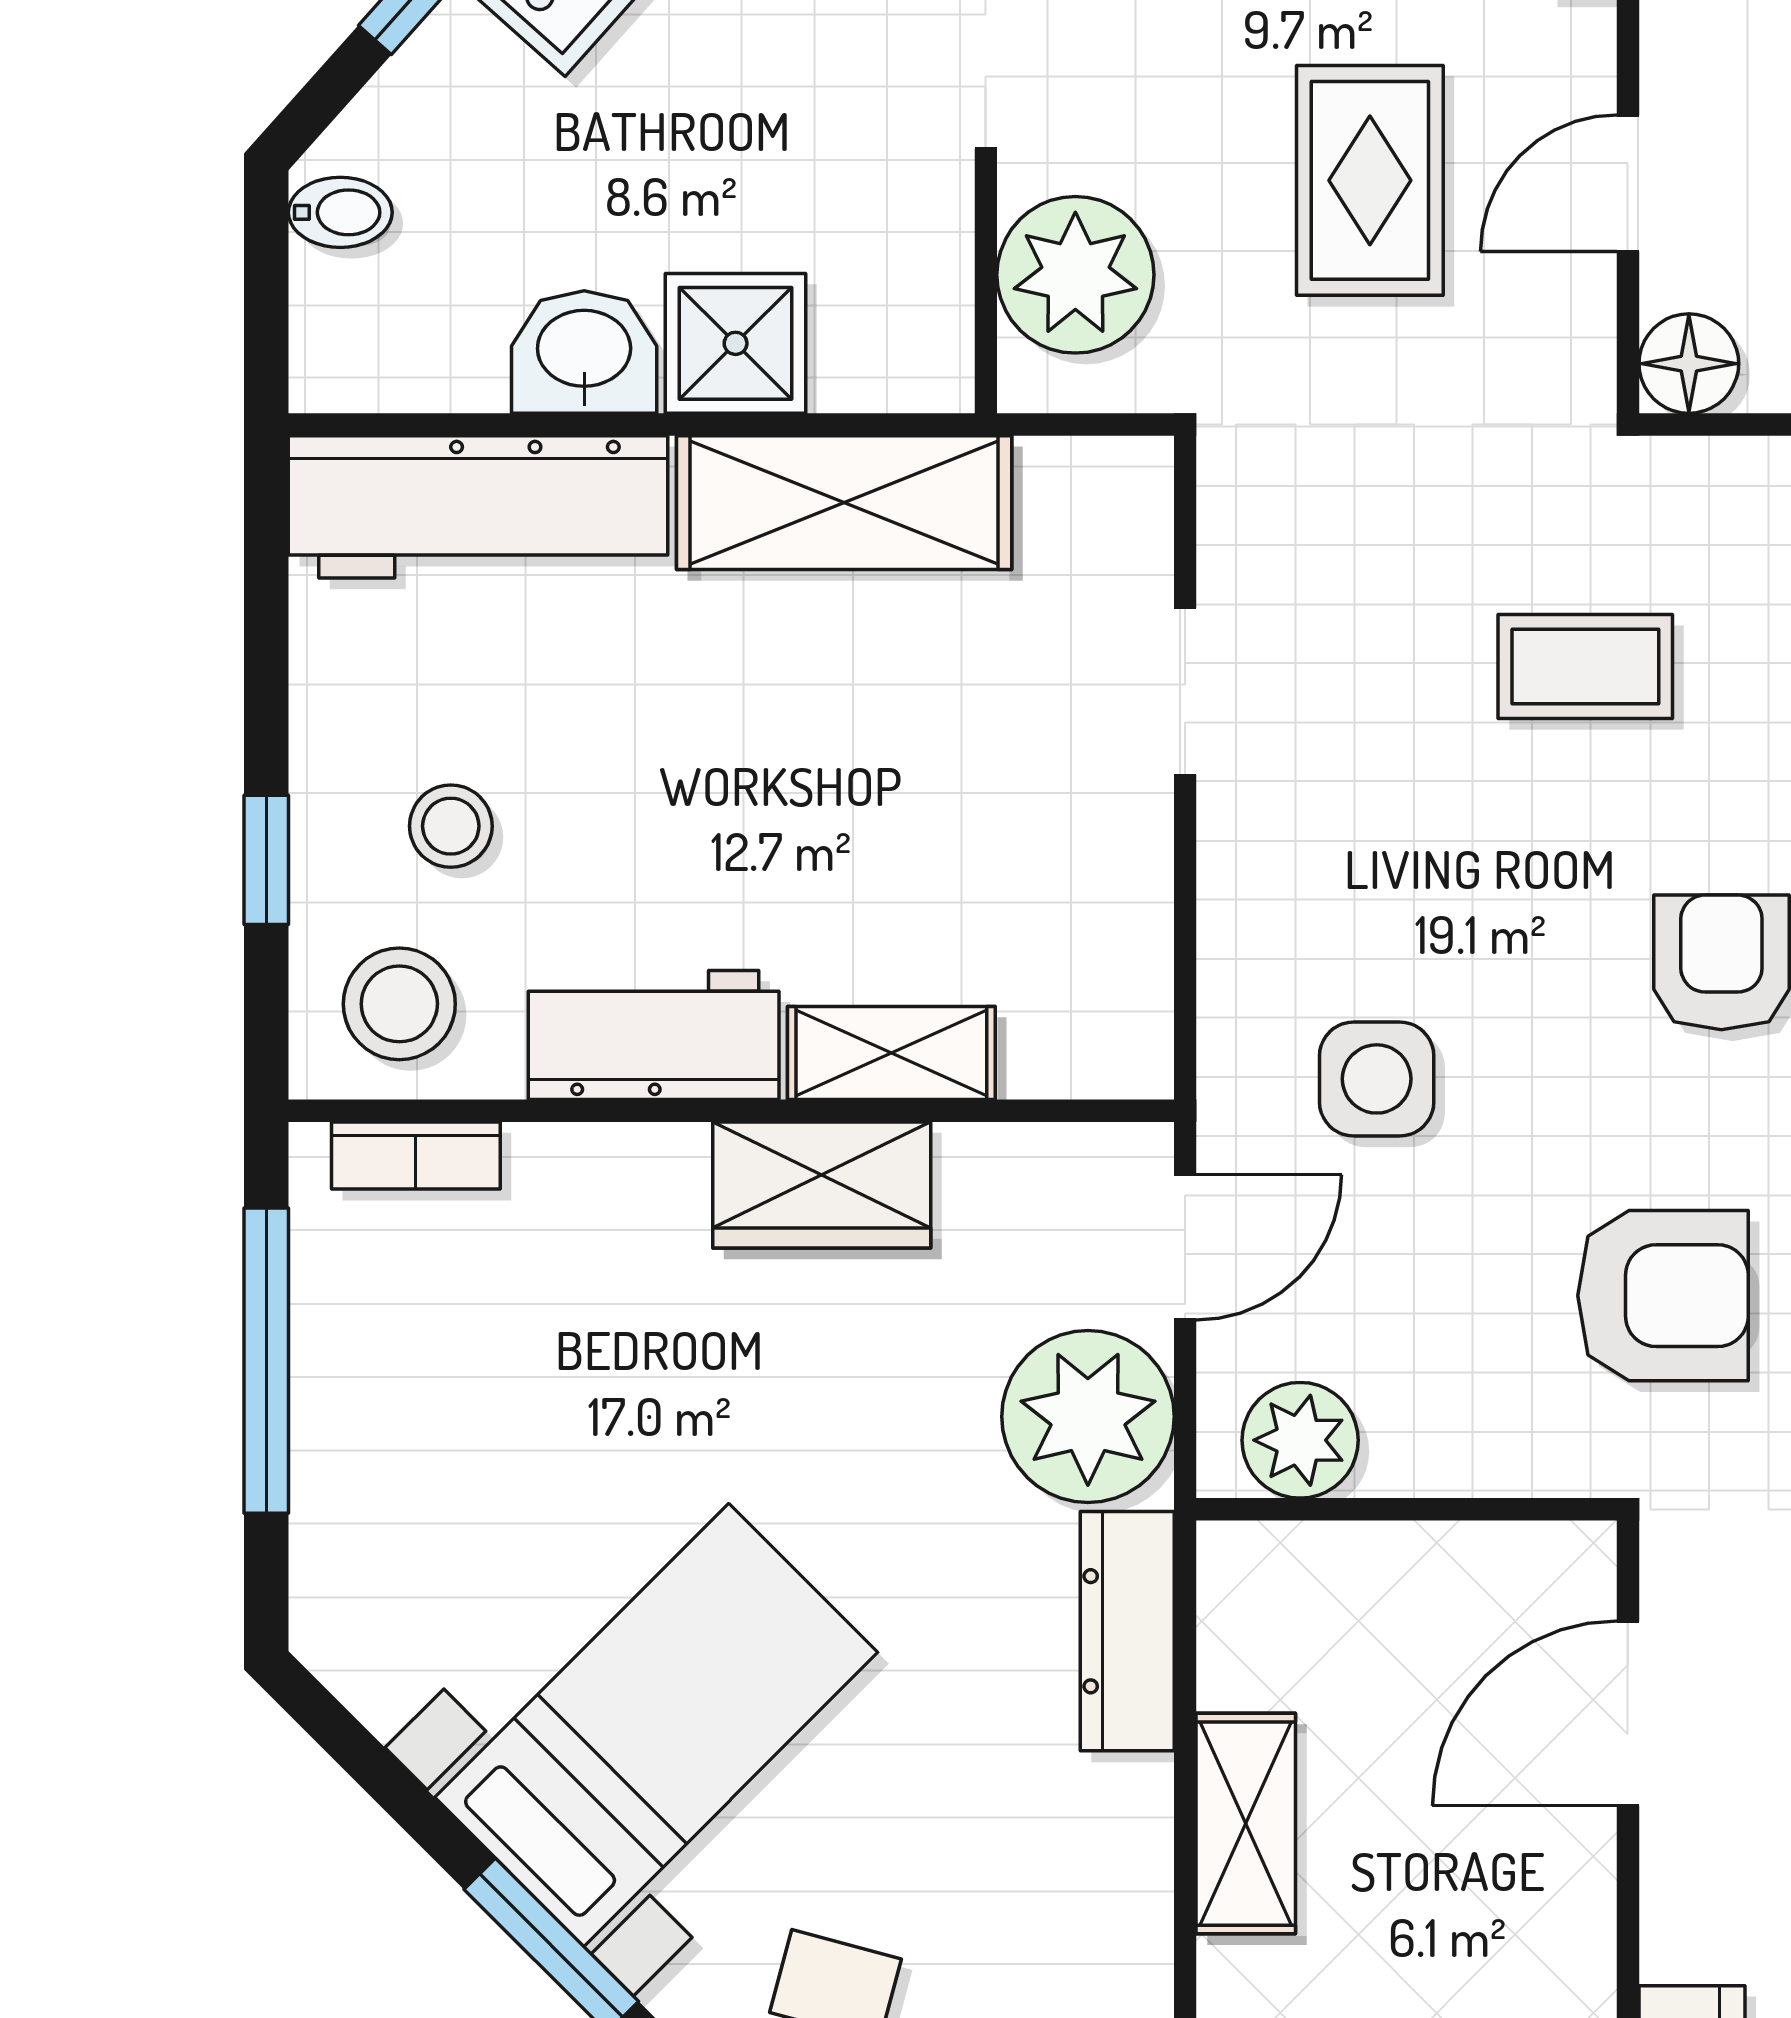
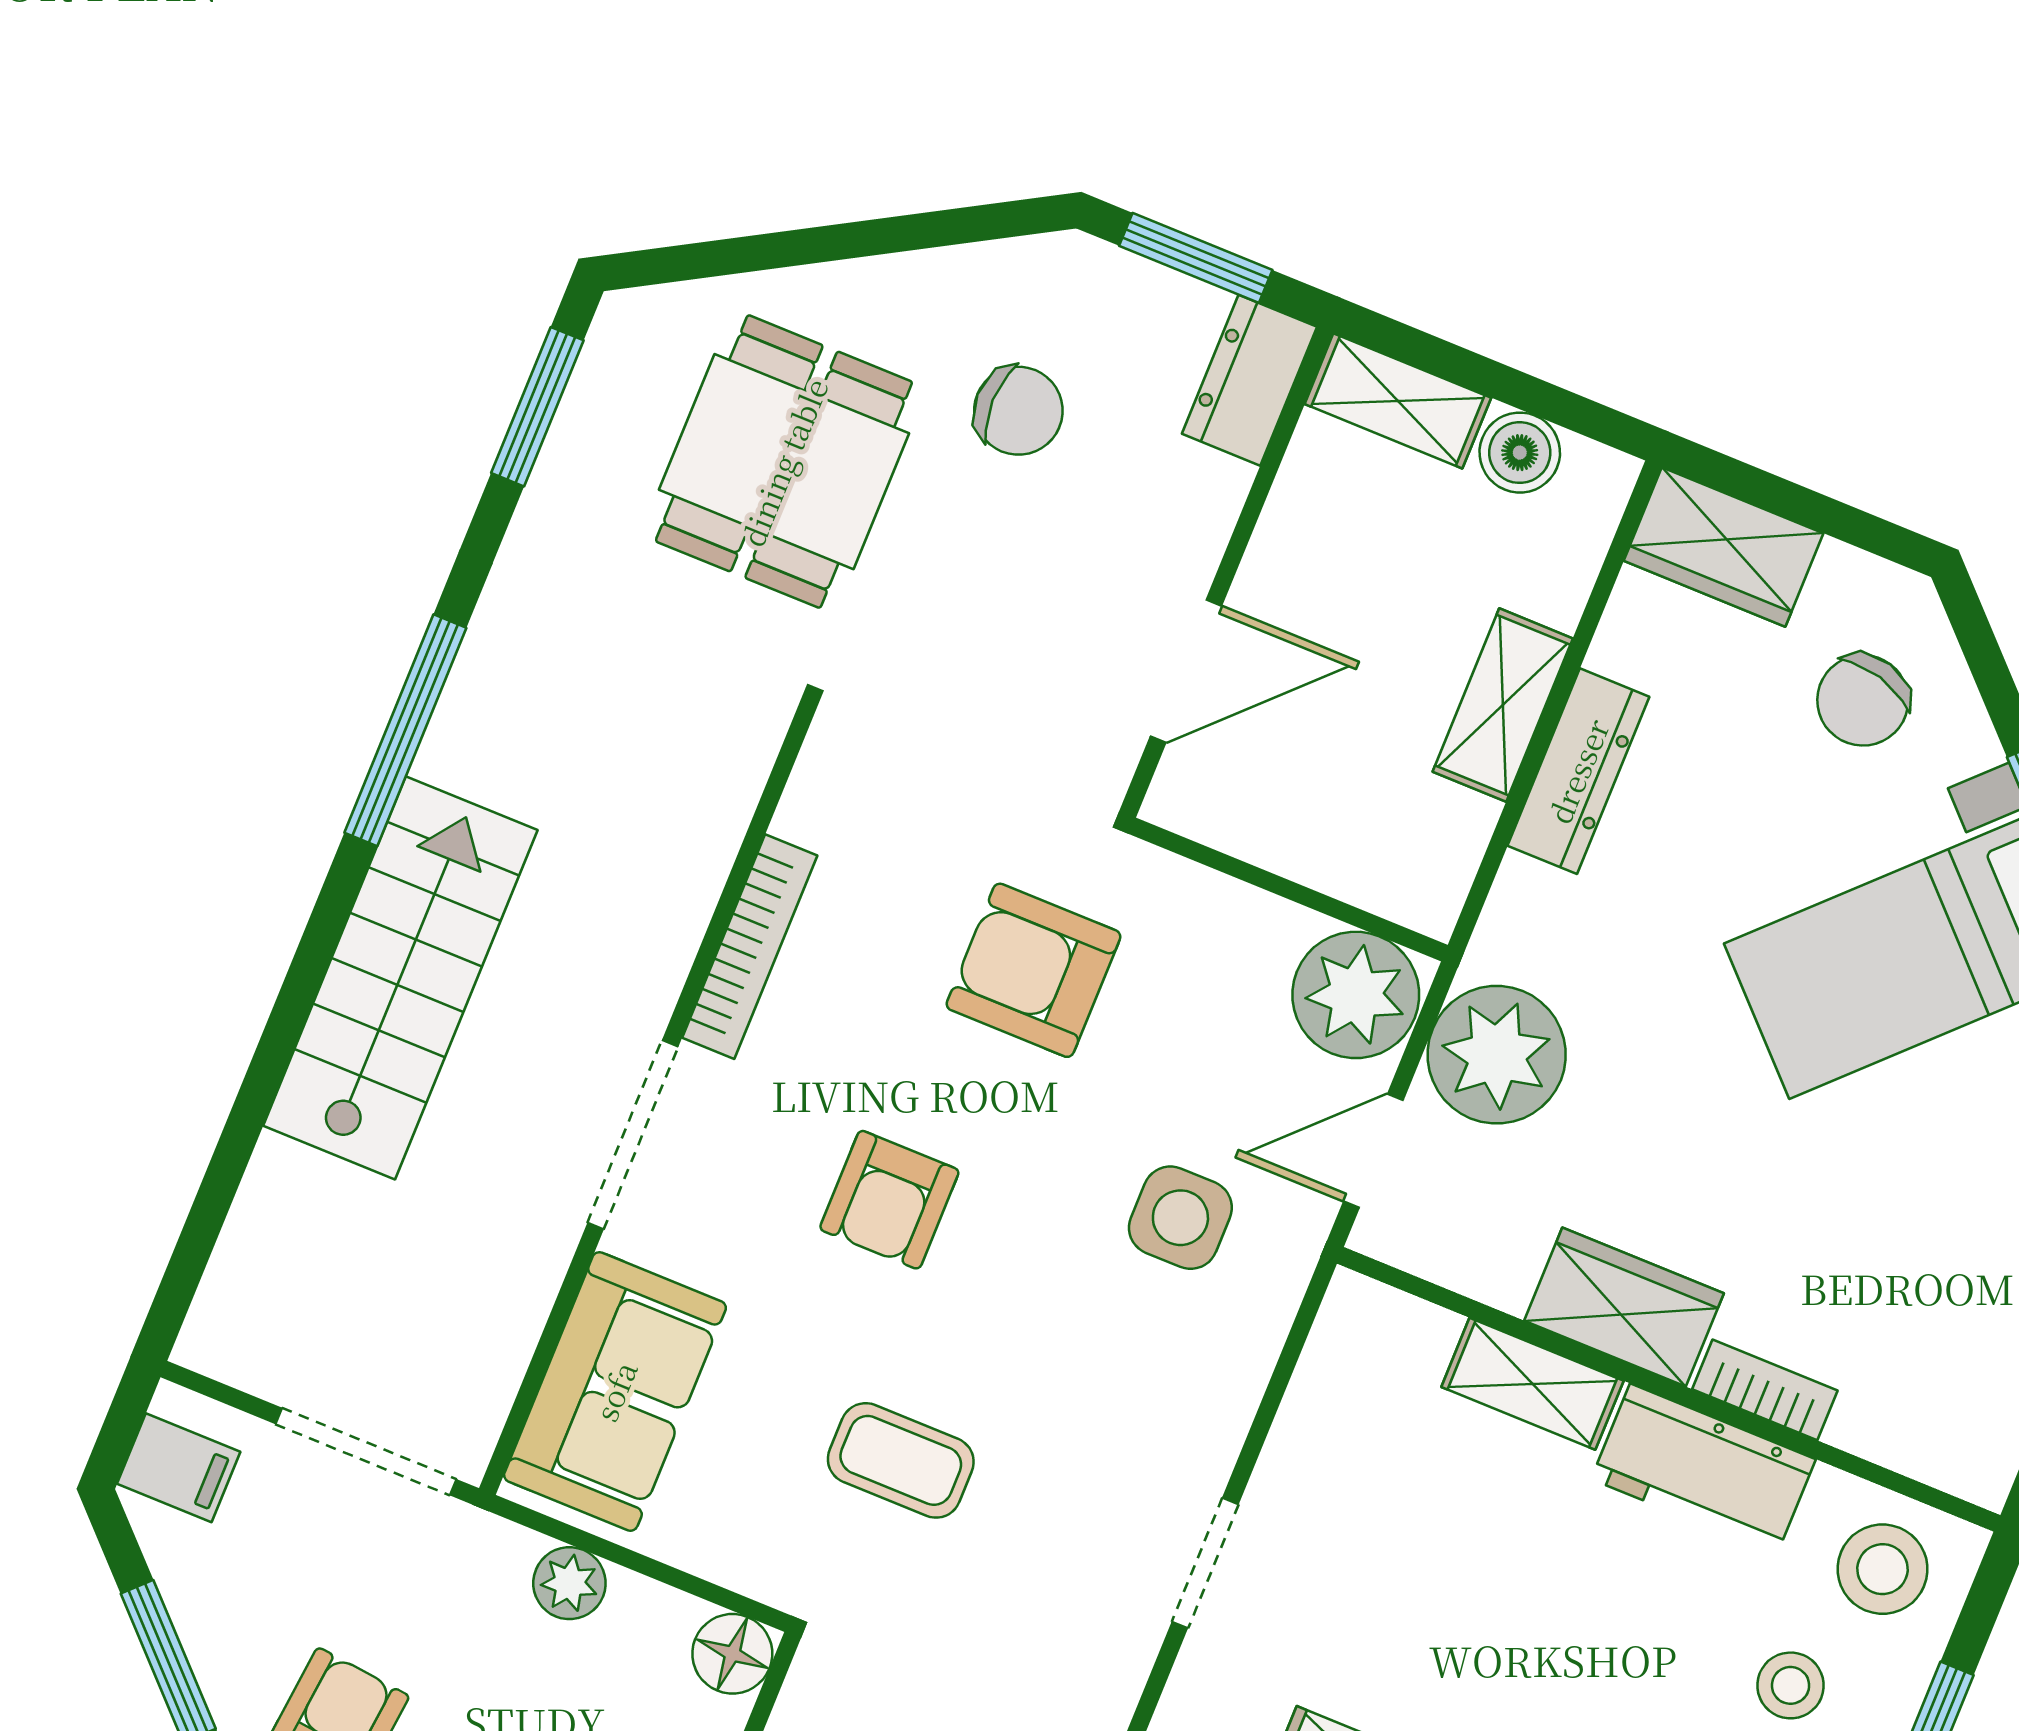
bookcase: (416, 1156) -> (1765, 1390), moved
plant: (1300, 1440) -> (1356, 995), width x1.36, depth x1.36
dresser: (1127, 1631) -> (1578, 771), moved

